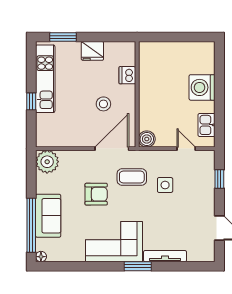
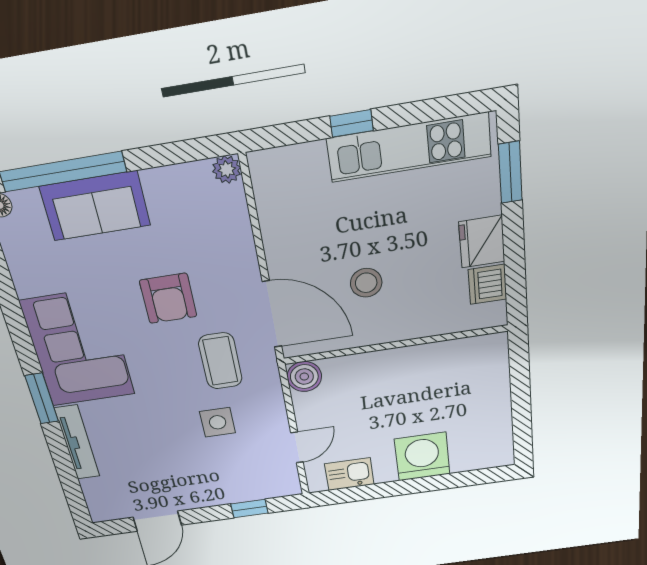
dishwasher: (127, 75) -> (488, 284), moved, turned -90
plant: (47, 162) -> (227, 169), width x0.53, depth x0.53

